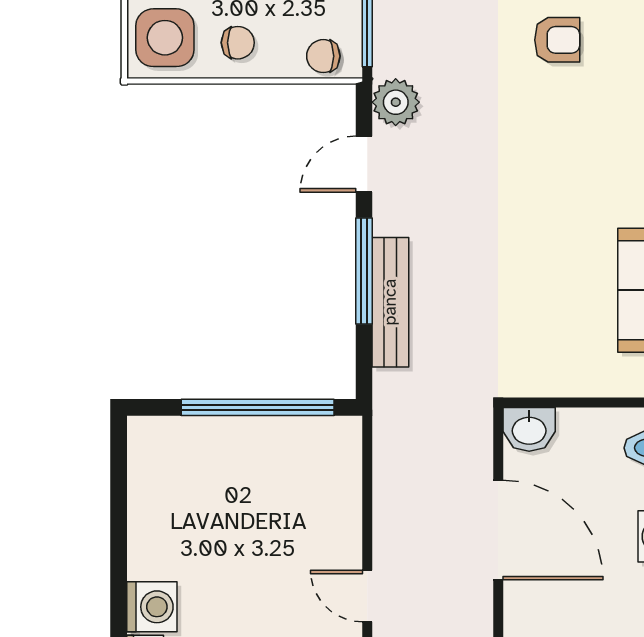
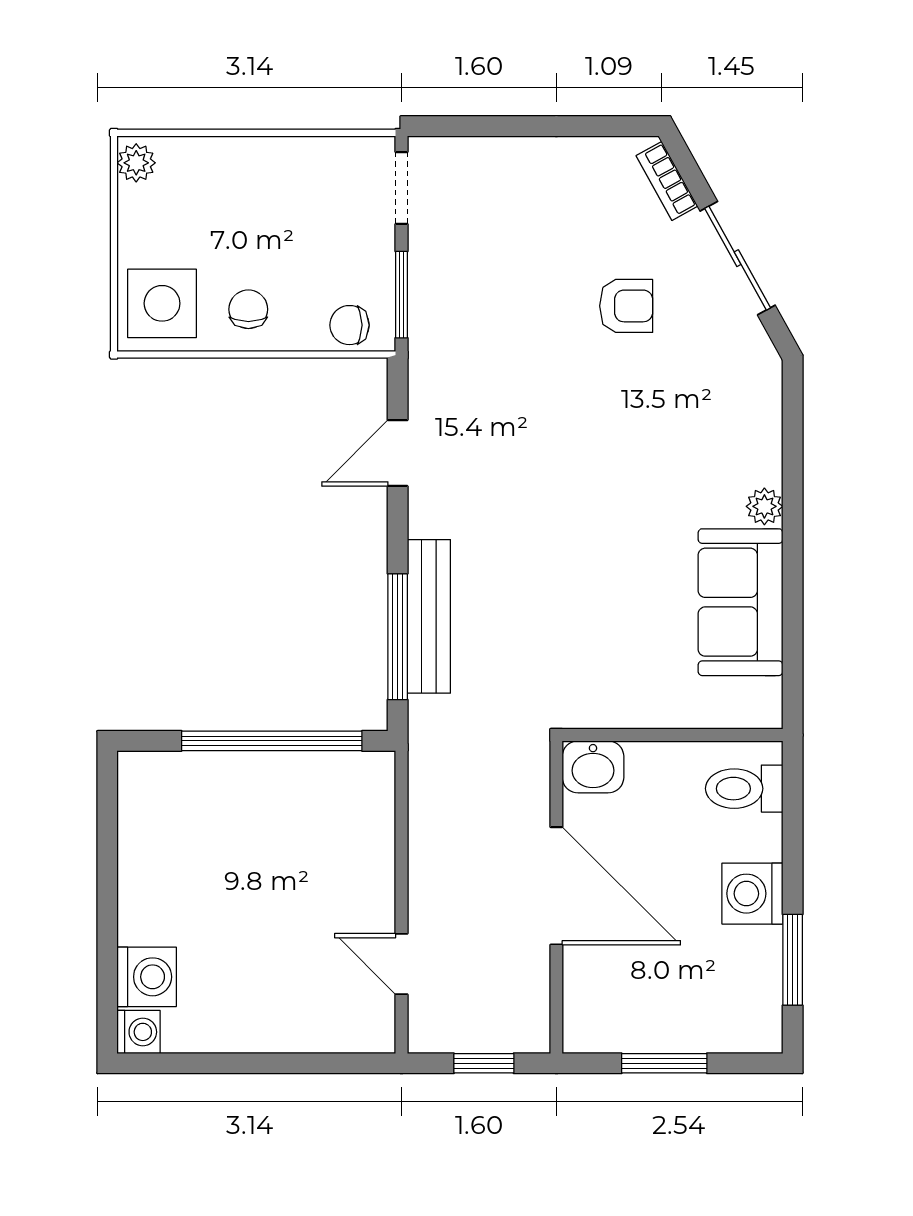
chair: (238, 43) -> (248, 309), turned -90
plant: (396, 102) -> (435, 380), removed
window: (364, 271) -> (398, 637), moved

